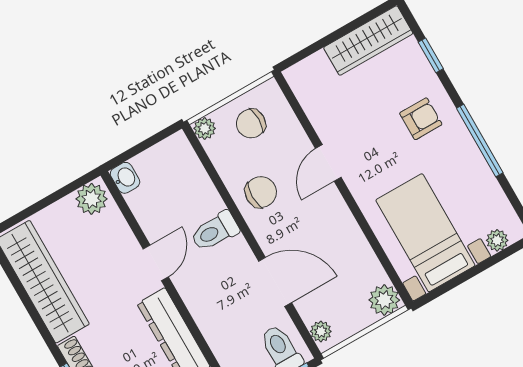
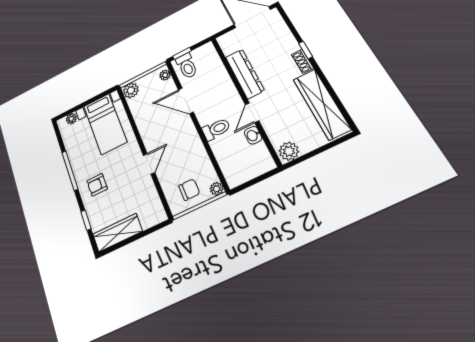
washbasin: (125, 178) -> (253, 135), moved
chair: (261, 192) -> (188, 150), removed

